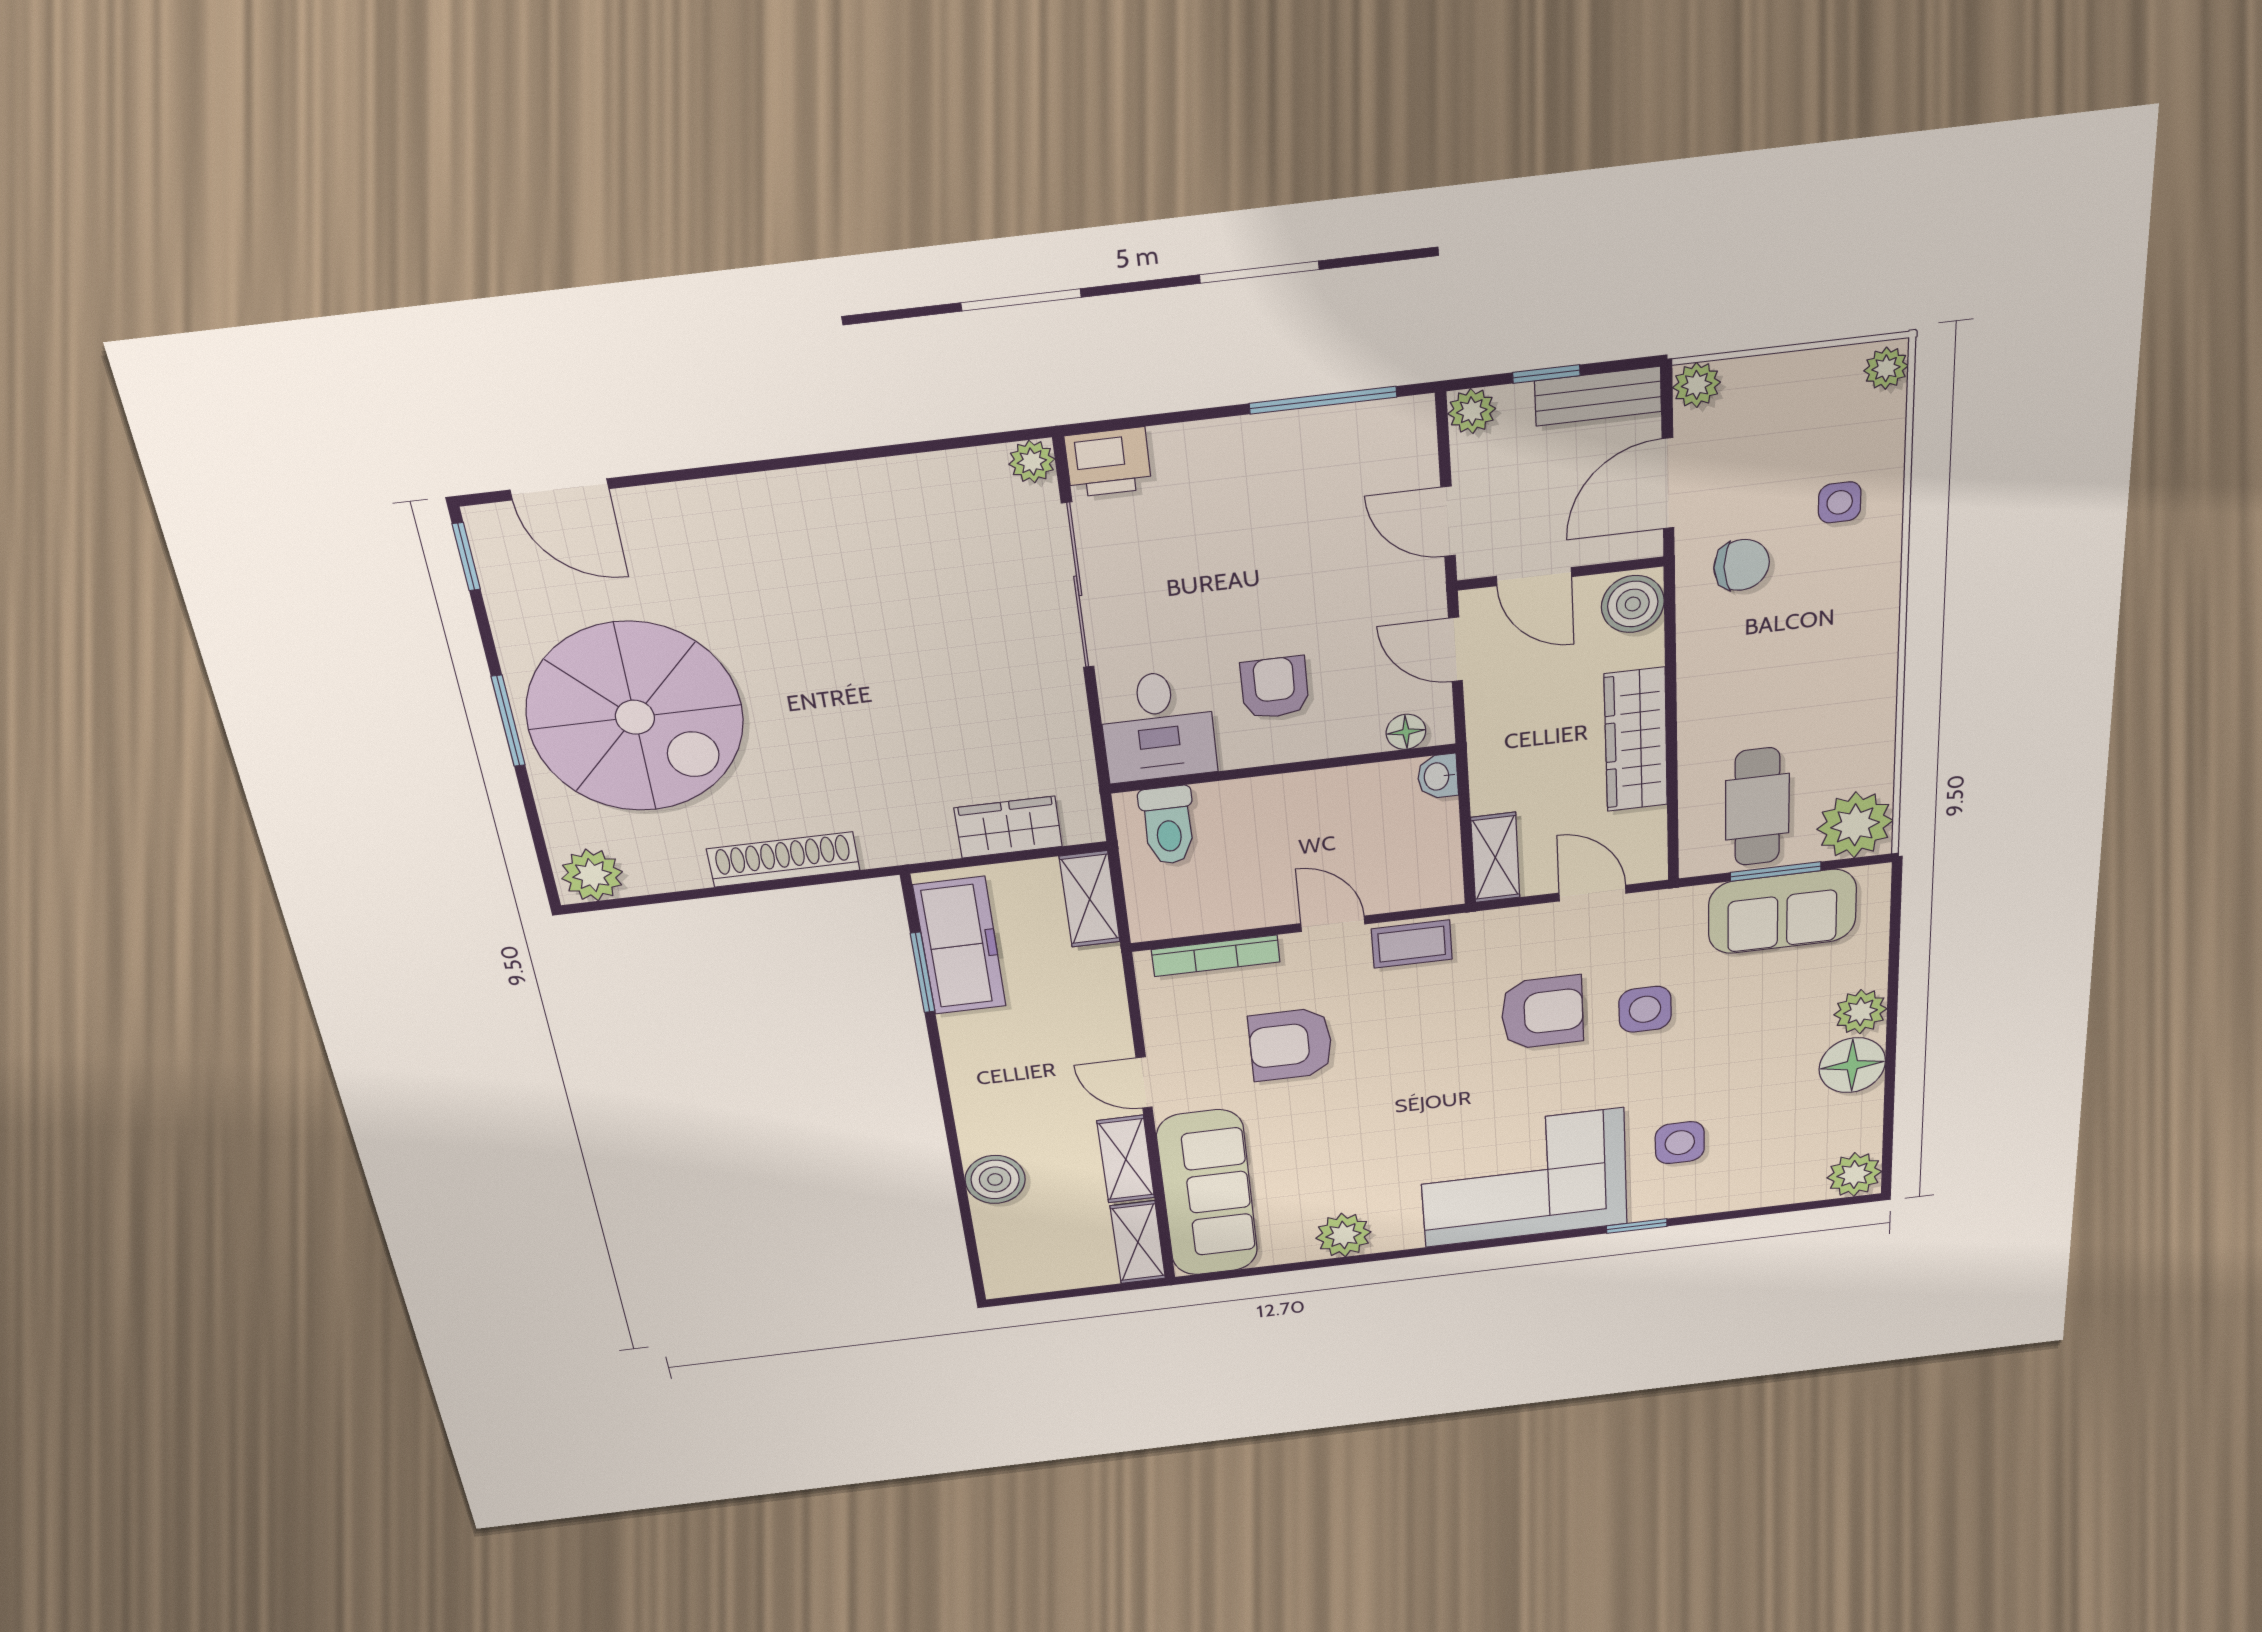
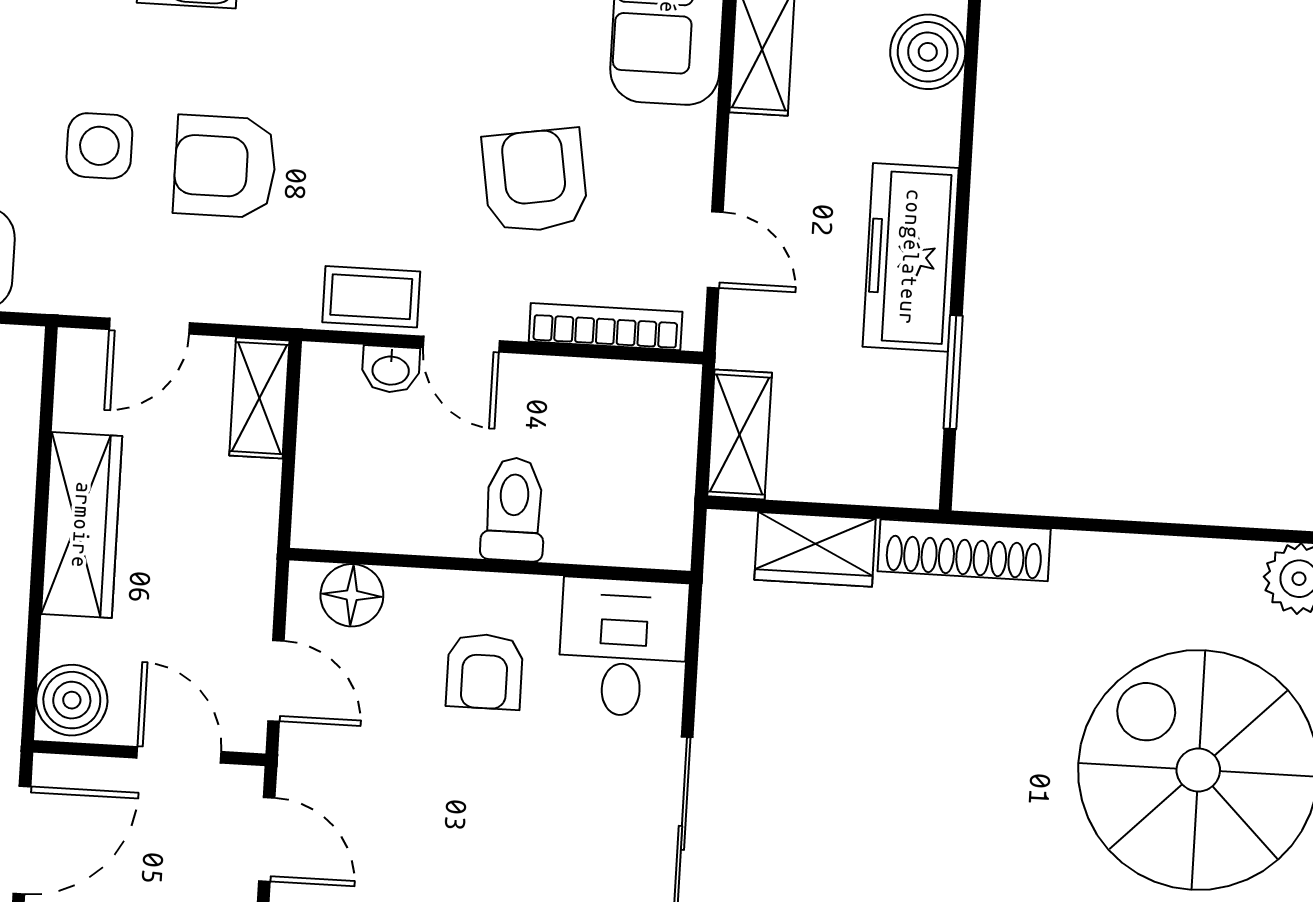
floor lamp: (1406, 732) -> (352, 595), width x1.37, depth x1.37
washbasin: (1438, 776) -> (391, 369), moved, turned 90
toilet: (1168, 825) -> (514, 509), moved
shoe rack: (783, 860) -> (964, 550), moved
door: (1592, 893) -> (149, 326), hinge flipped
freezer: (960, 946) -> (911, 257), moved
armchair: (1291, 1045) -> (535, 181), turned -99
door: (1144, 1083) -> (715, 250), moved

